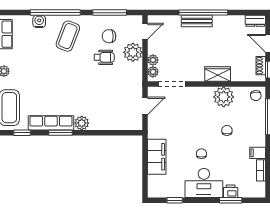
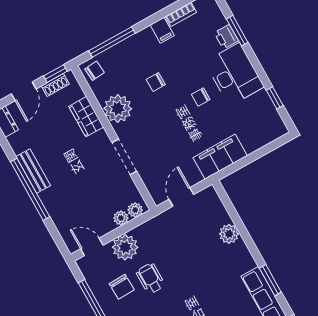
bench: (197, 21) -> (33, 171), moved
wardrobe: (218, 74) -> (86, 117), moved
doorway: (172, 84) -> (124, 157), moved
door: (145, 106) -> (181, 197), hinge flipped
plant: (82, 123) -> (229, 234), moved
filing cabinet: (157, 157) -> (220, 157), moved

